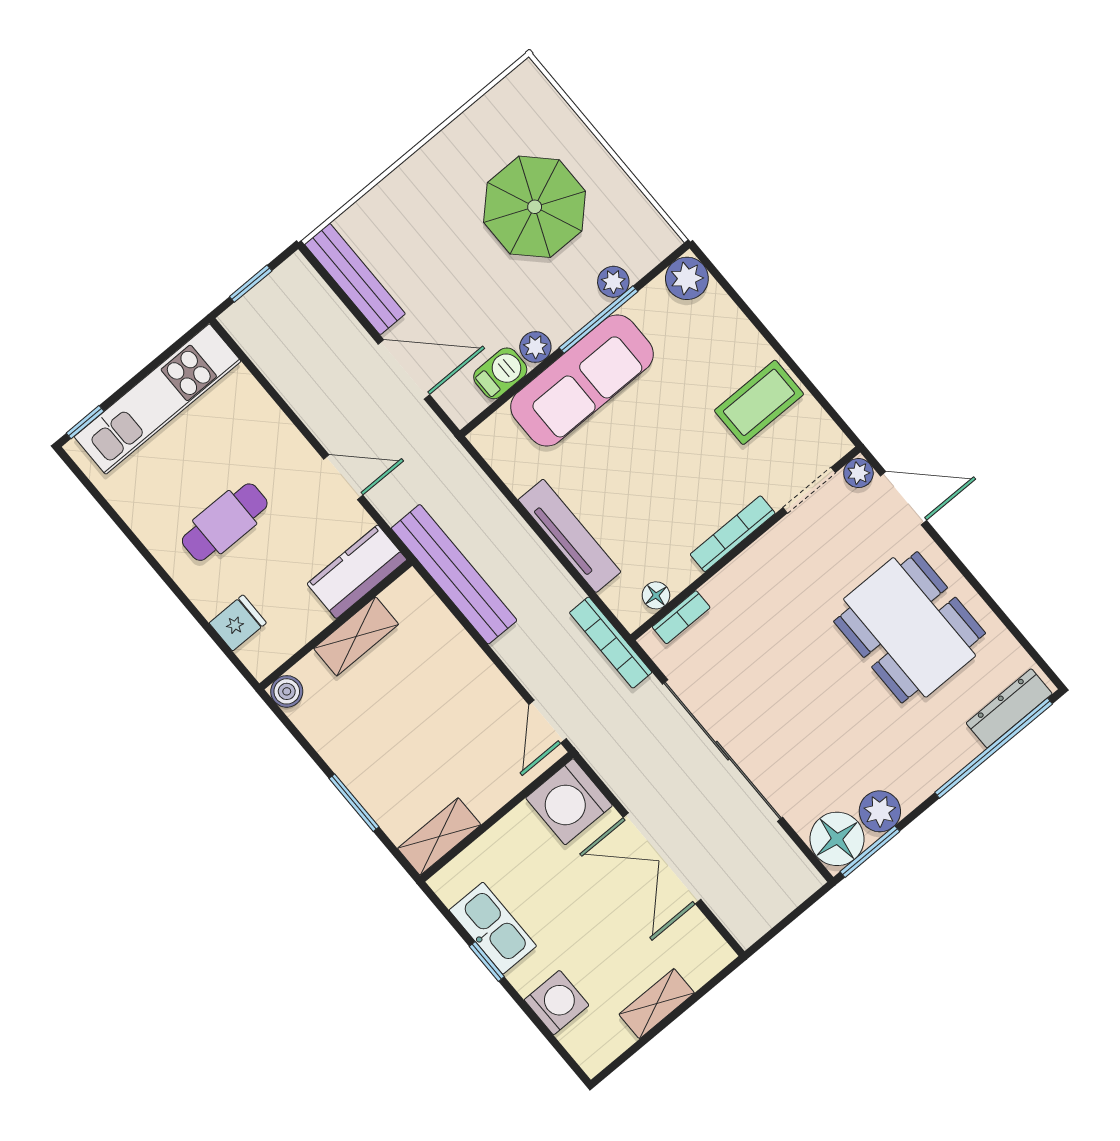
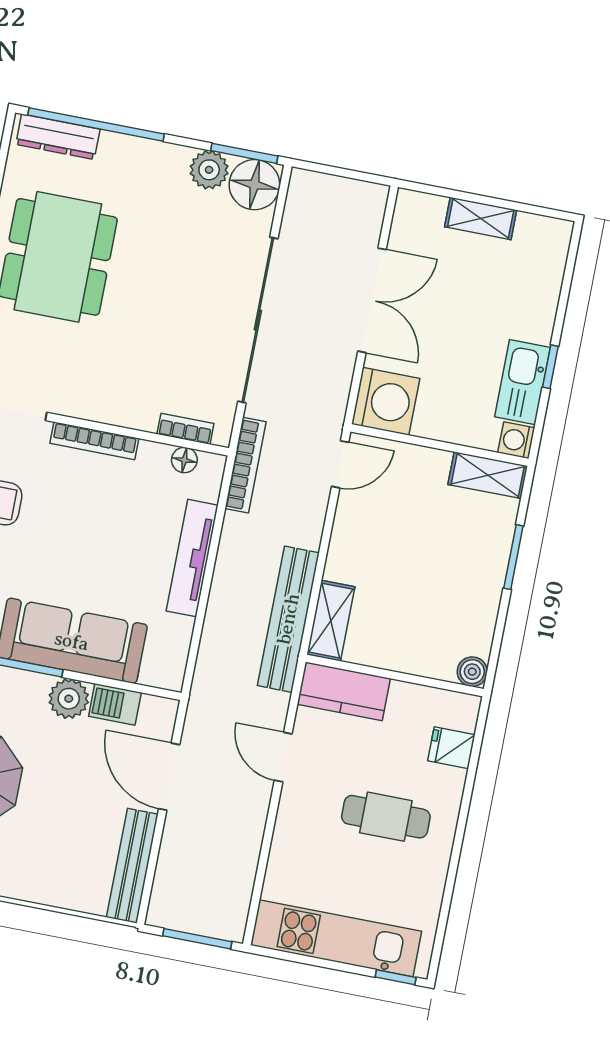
window: (251, 284) -> (197, 939), width x1.50
plant: (535, 347) -> (69, 699), width x1.38, depth x1.38
shelving: (356, 636) -> (331, 621), moved, turned 90
washing machine: (557, 1003) -> (516, 440), moved, width x0.73, depth x0.73

